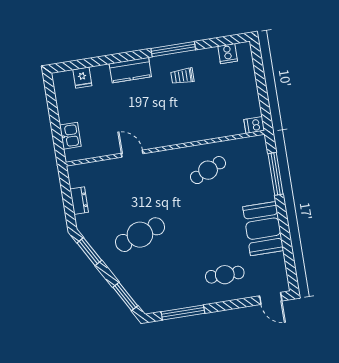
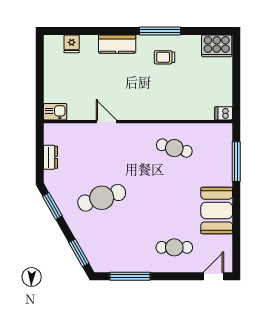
cooker: (228, 54) -> (217, 46), width x1.87, depth x1.31
kitchen sink: (70, 136) -> (55, 112), moved, turned -90
cafe table: (208, 170) -> (174, 148), turned 39
door: (271, 298) -> (213, 276), swing flipped

